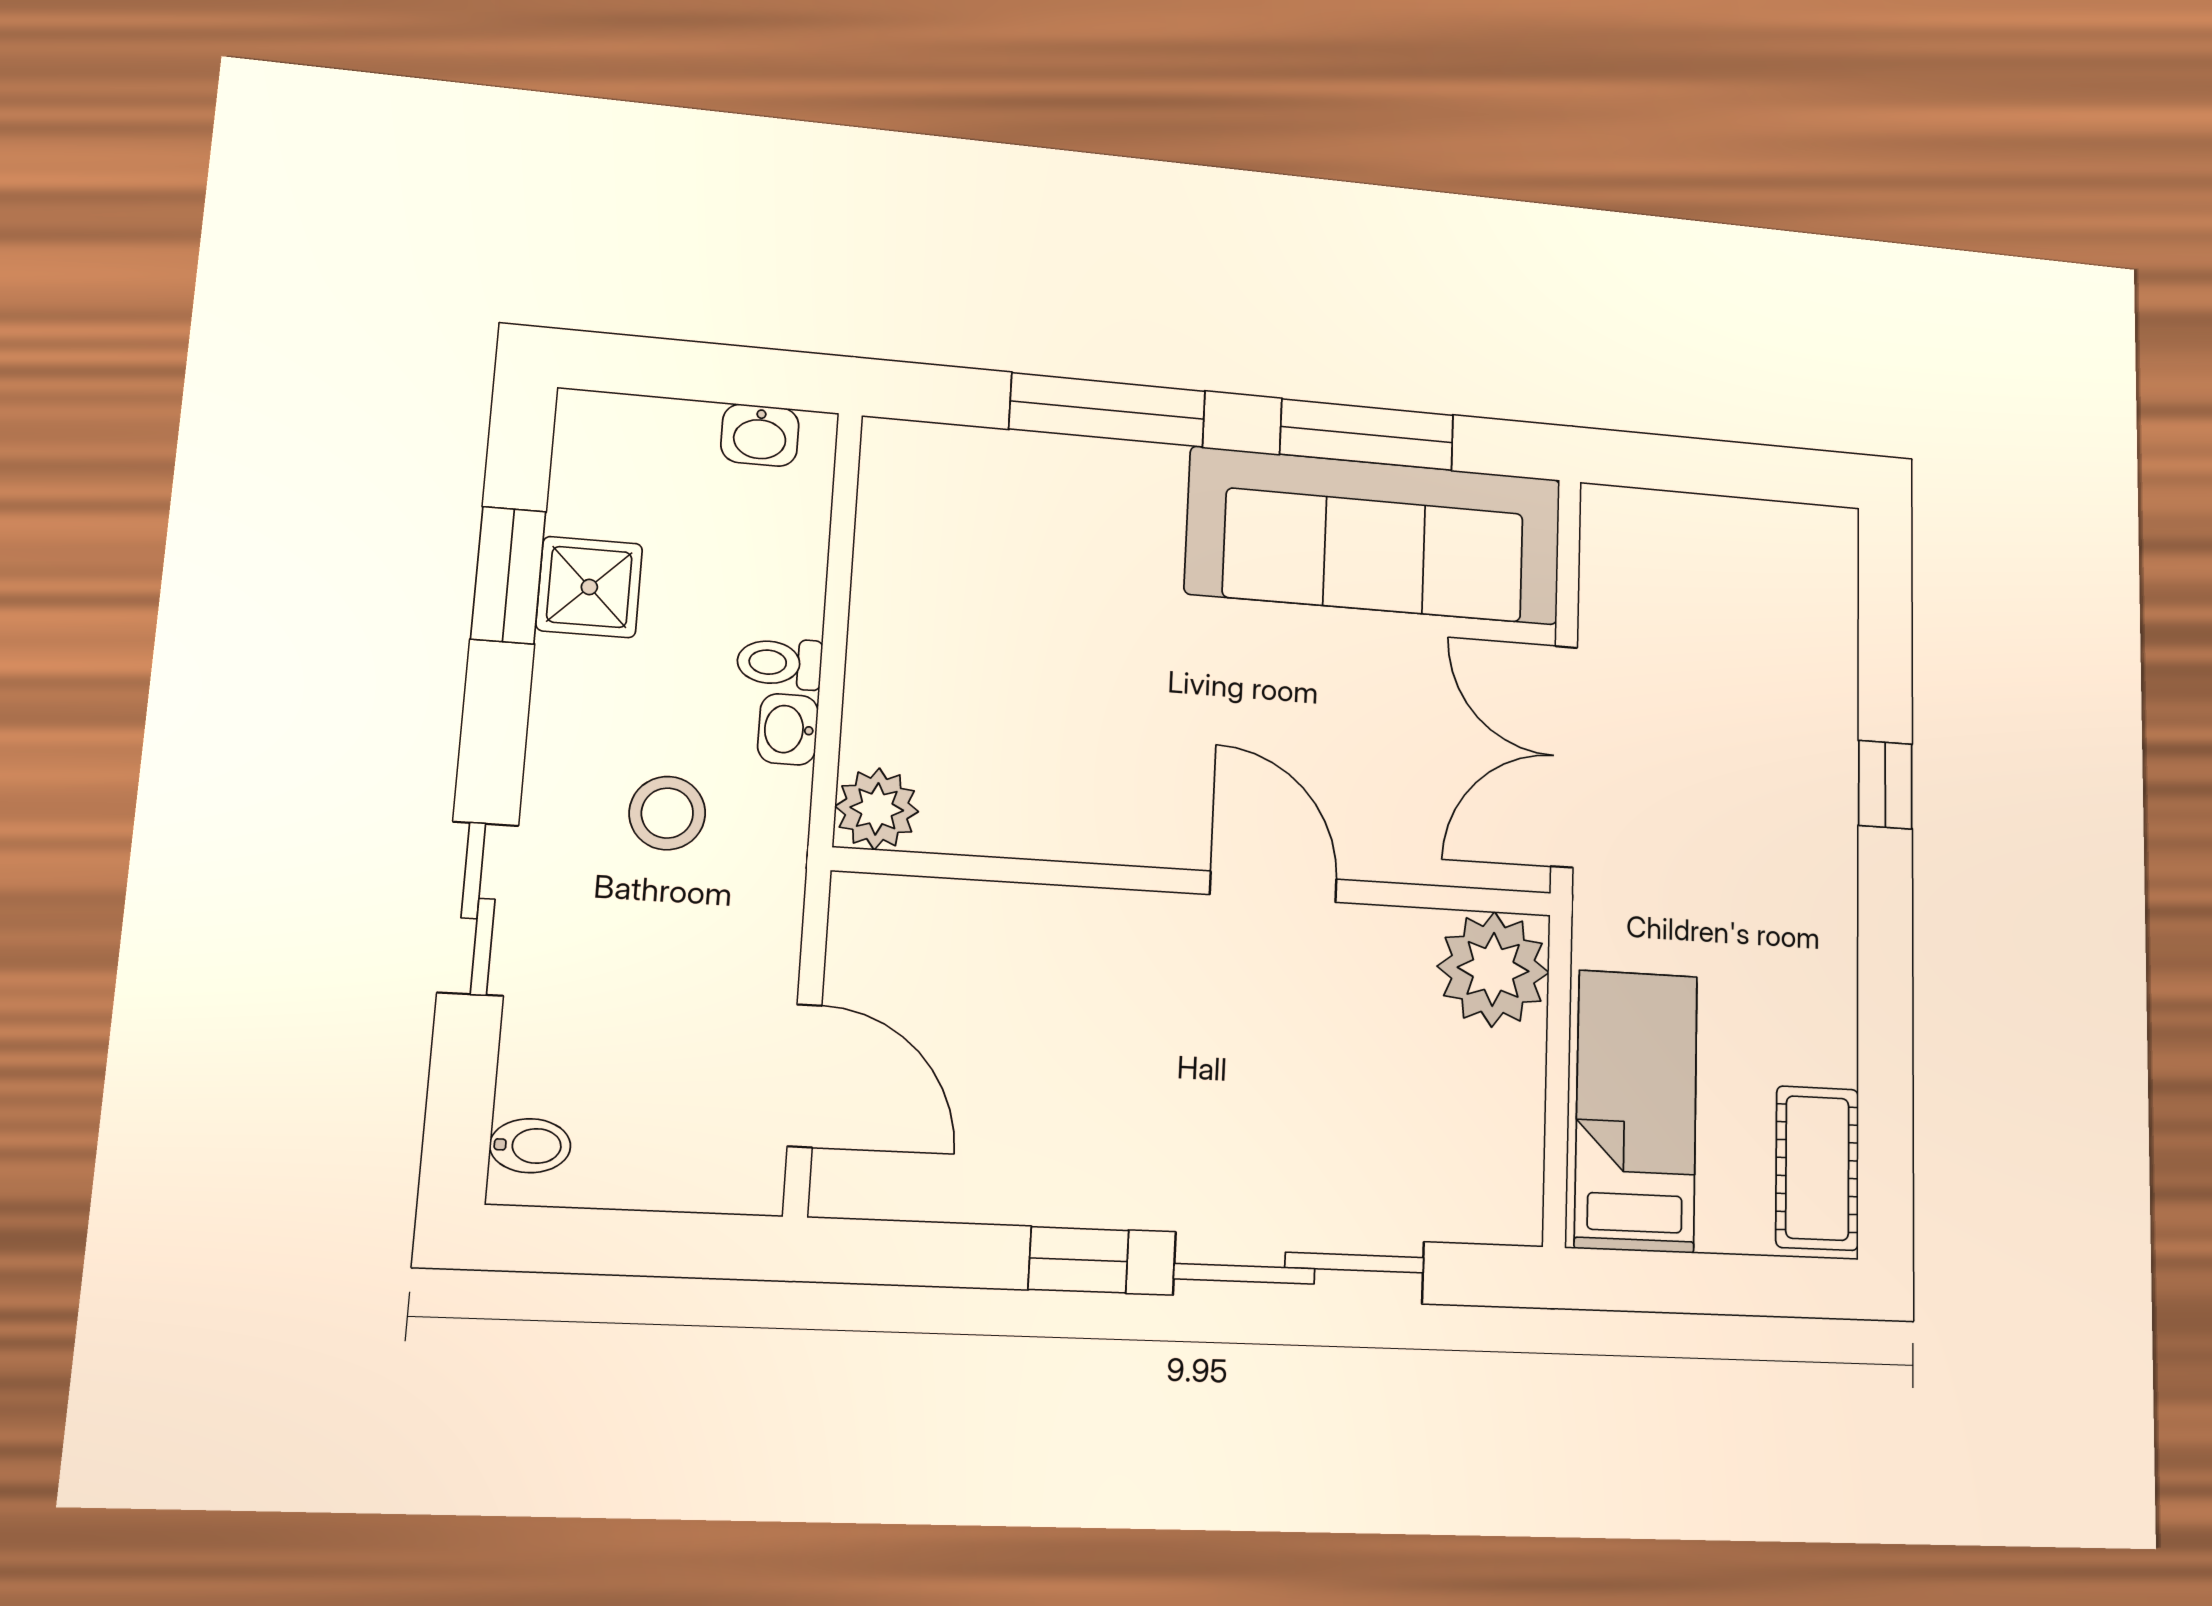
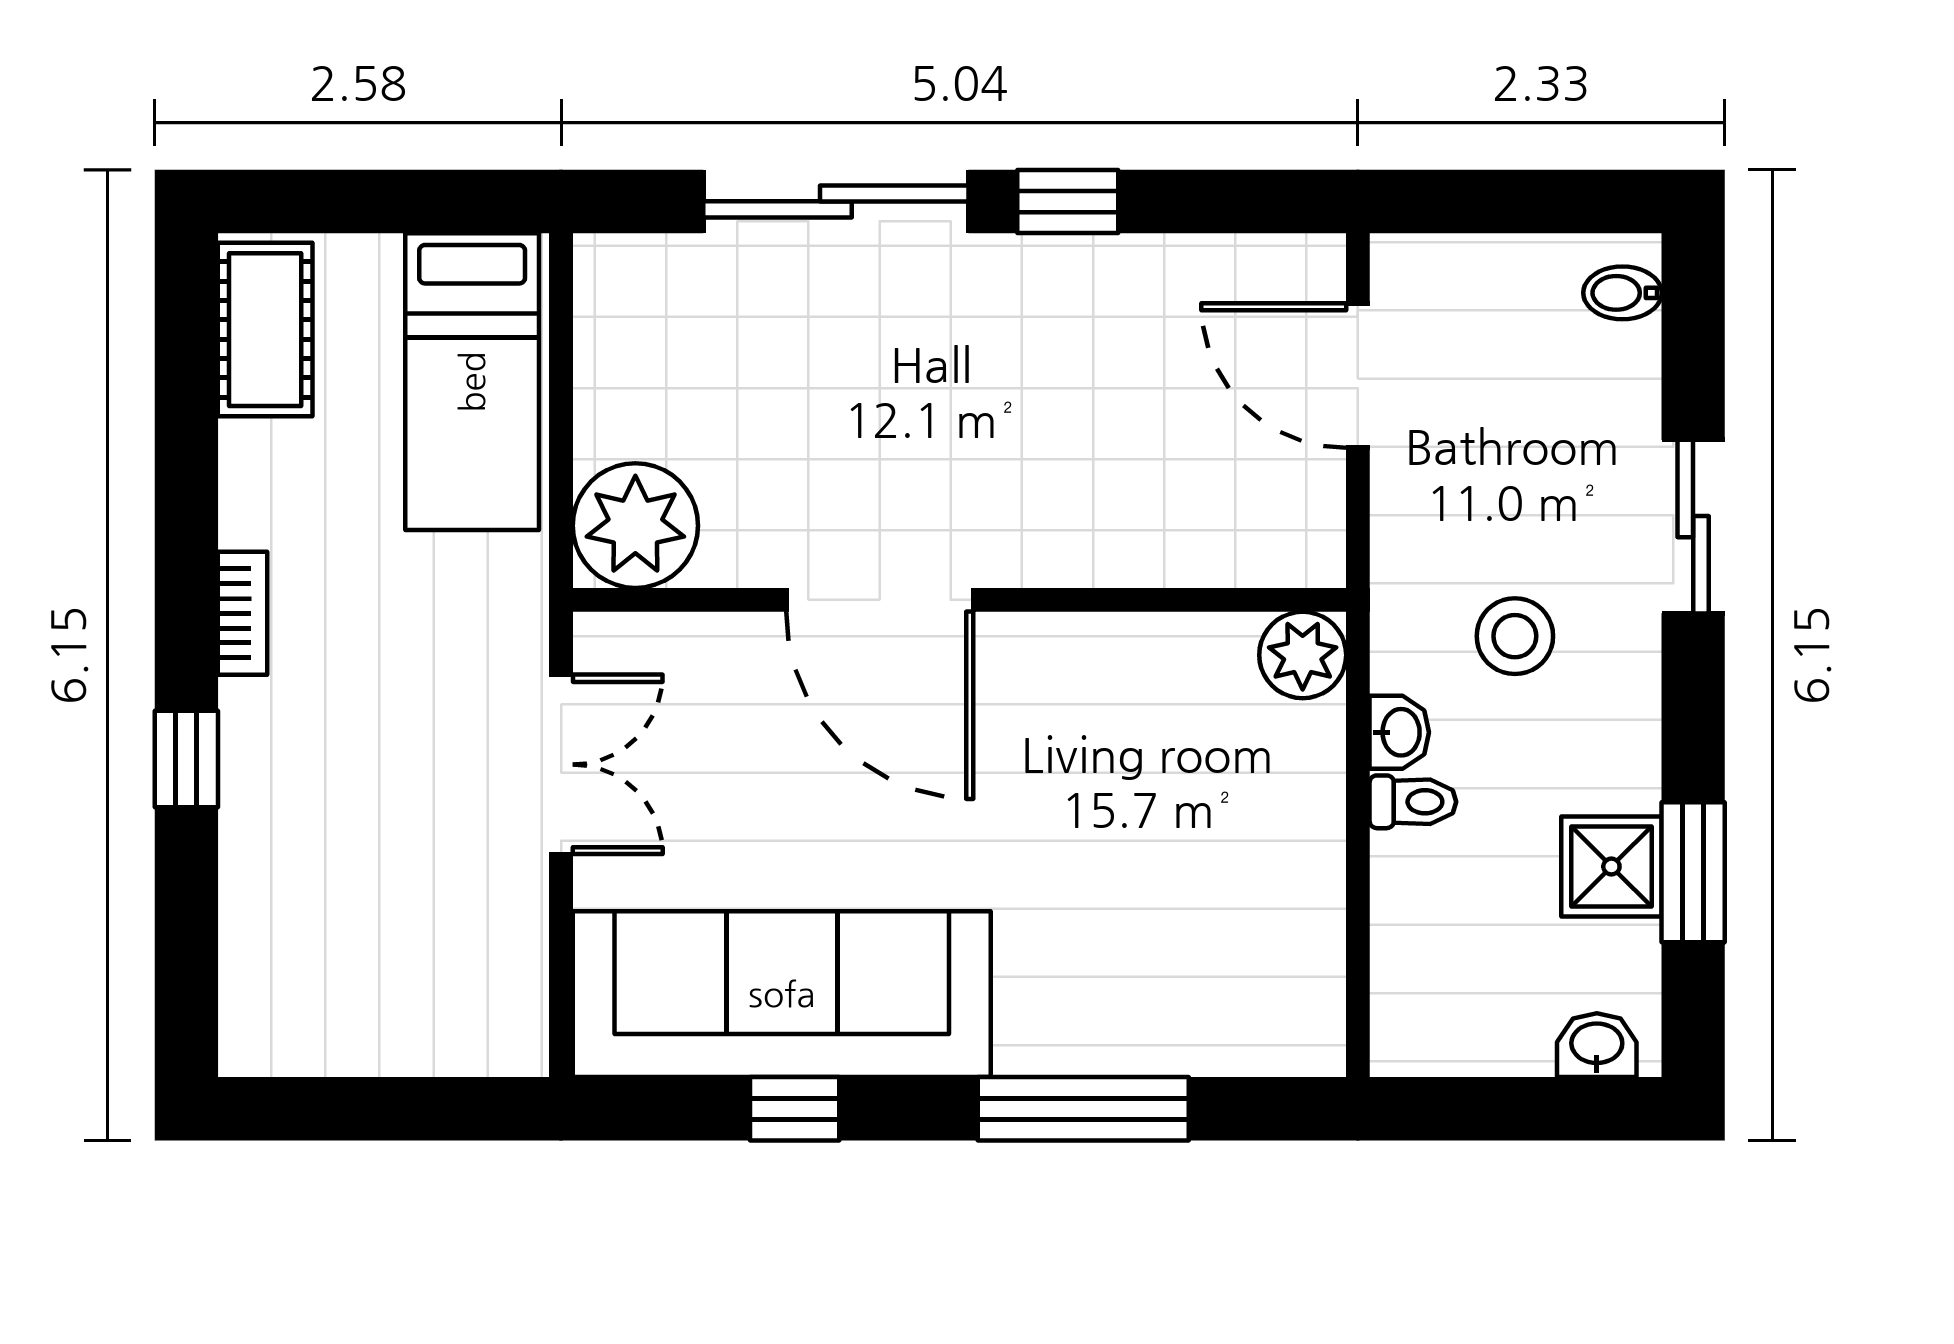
washbasin: (760, 435) -> (1597, 1045), moved
window: (1367, 435) -> (795, 1109), width x0.46
double door: (1564, 756) -> (561, 764), width x0.73
door: (1273, 887) -> (880, 600), width x1.36
bookcase: (1838, 911) -> (243, 613), added

